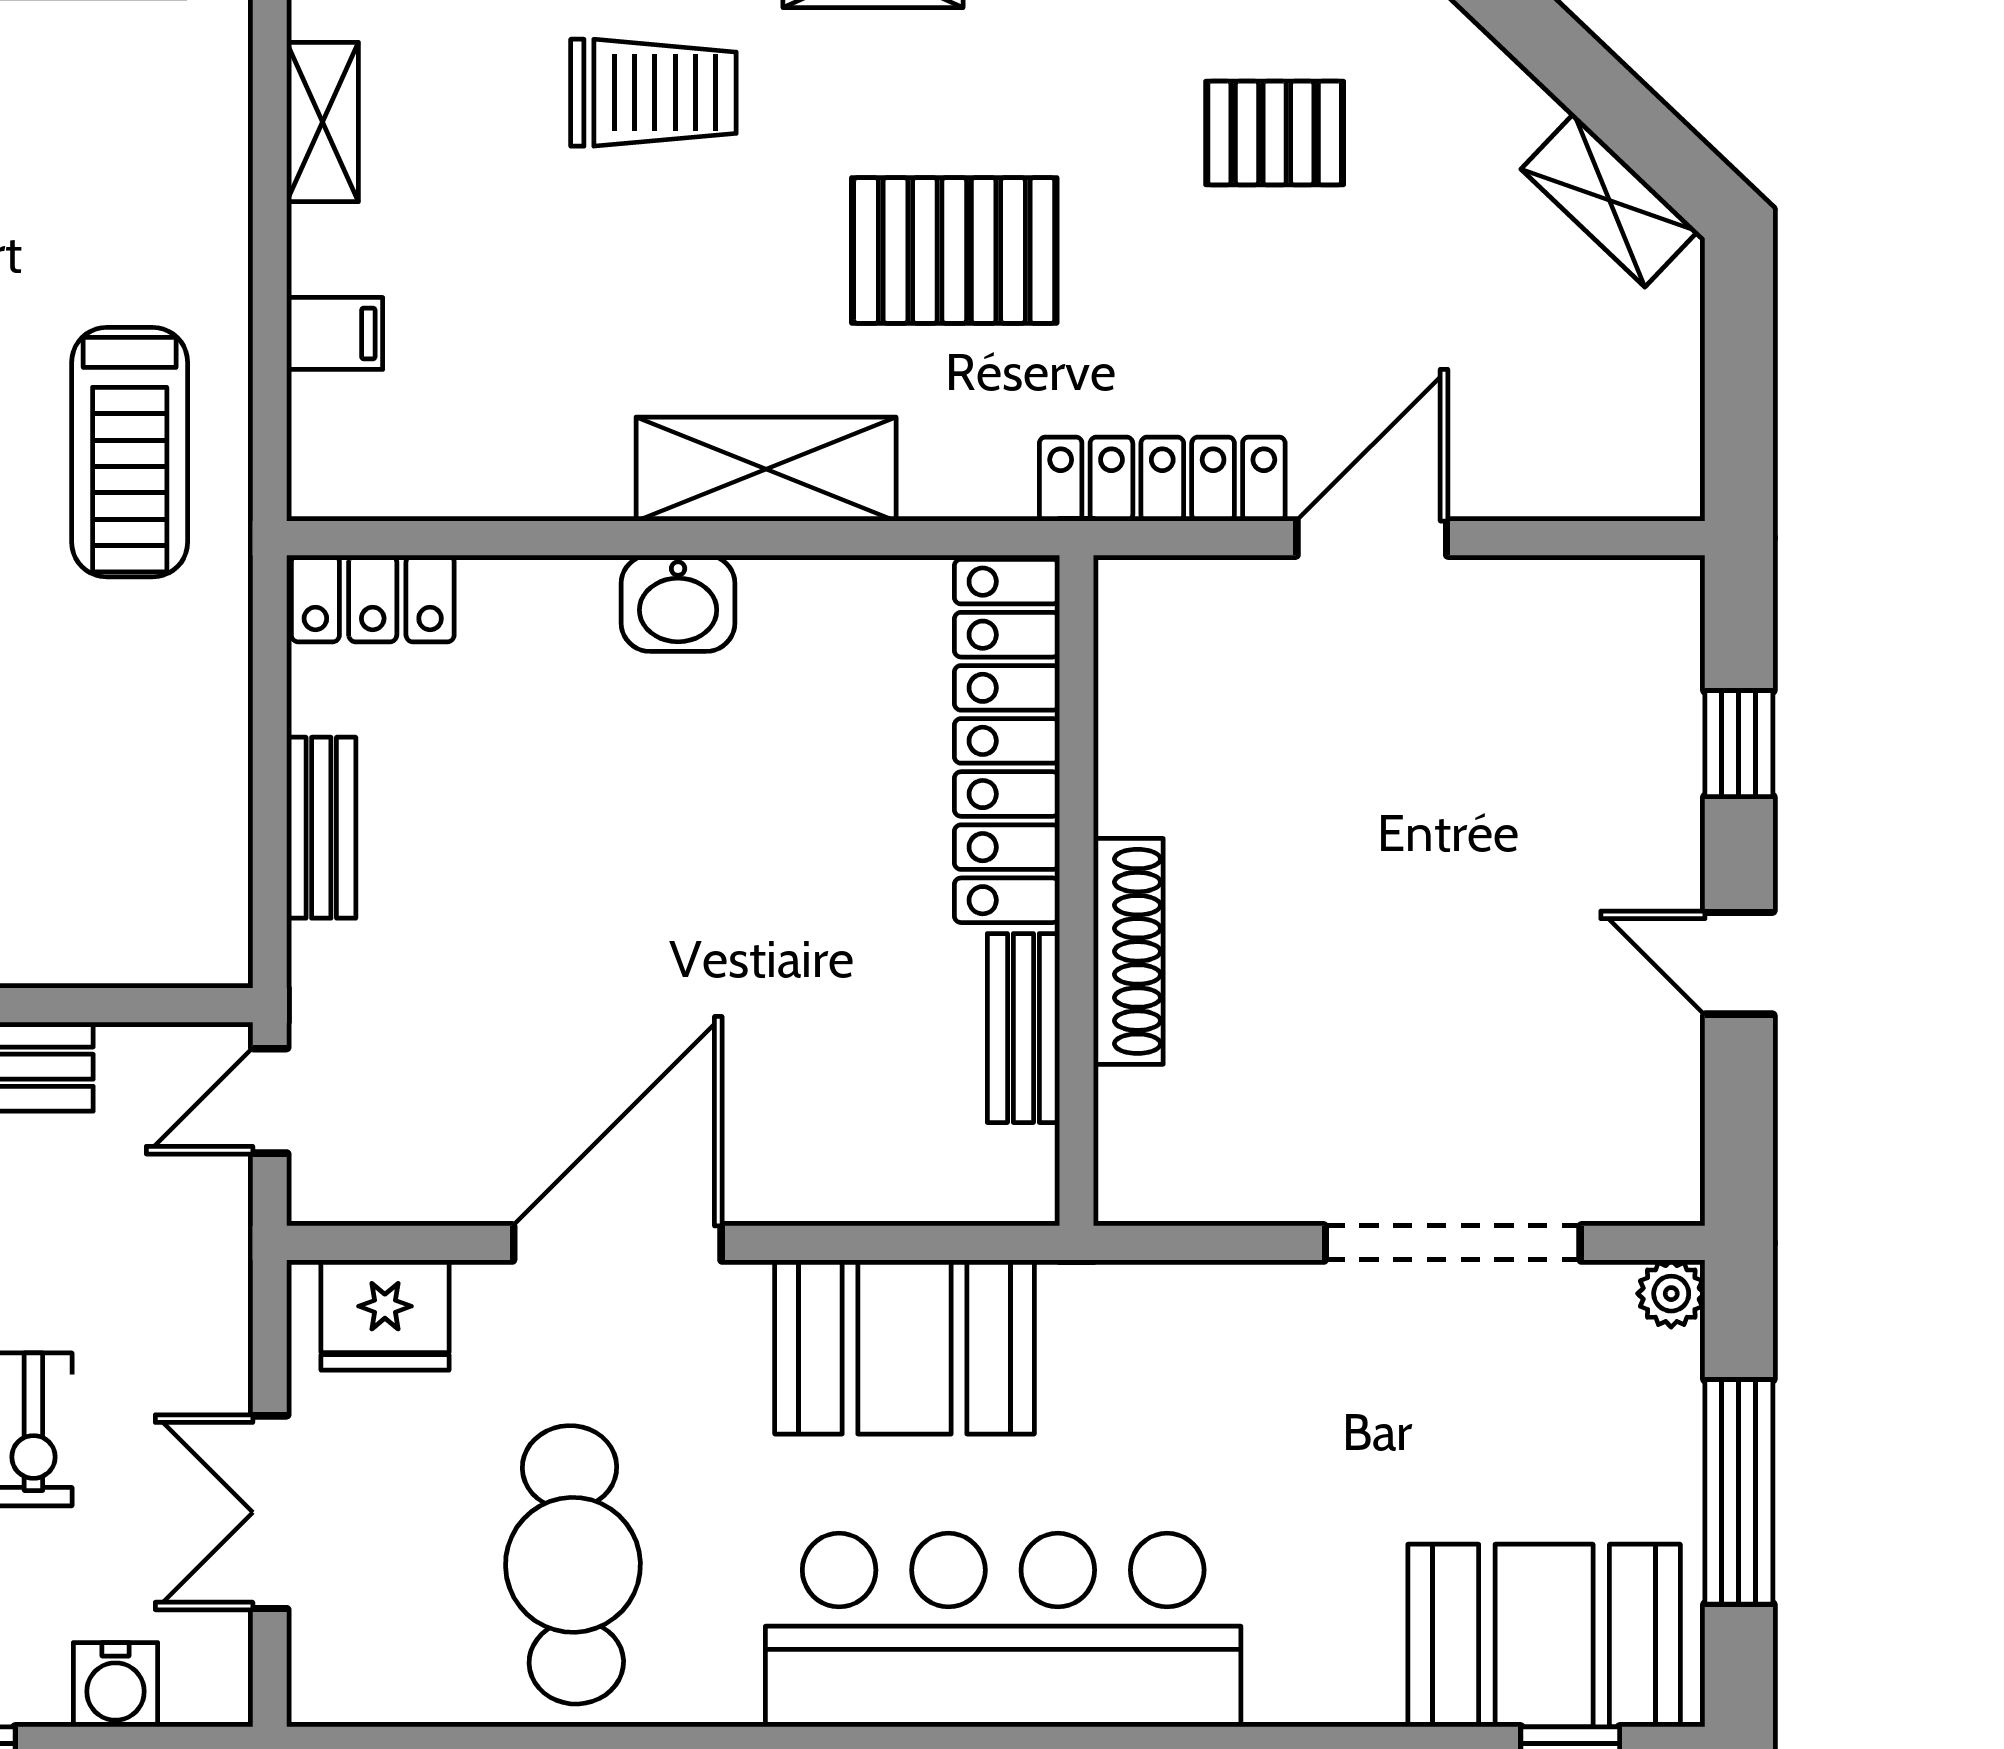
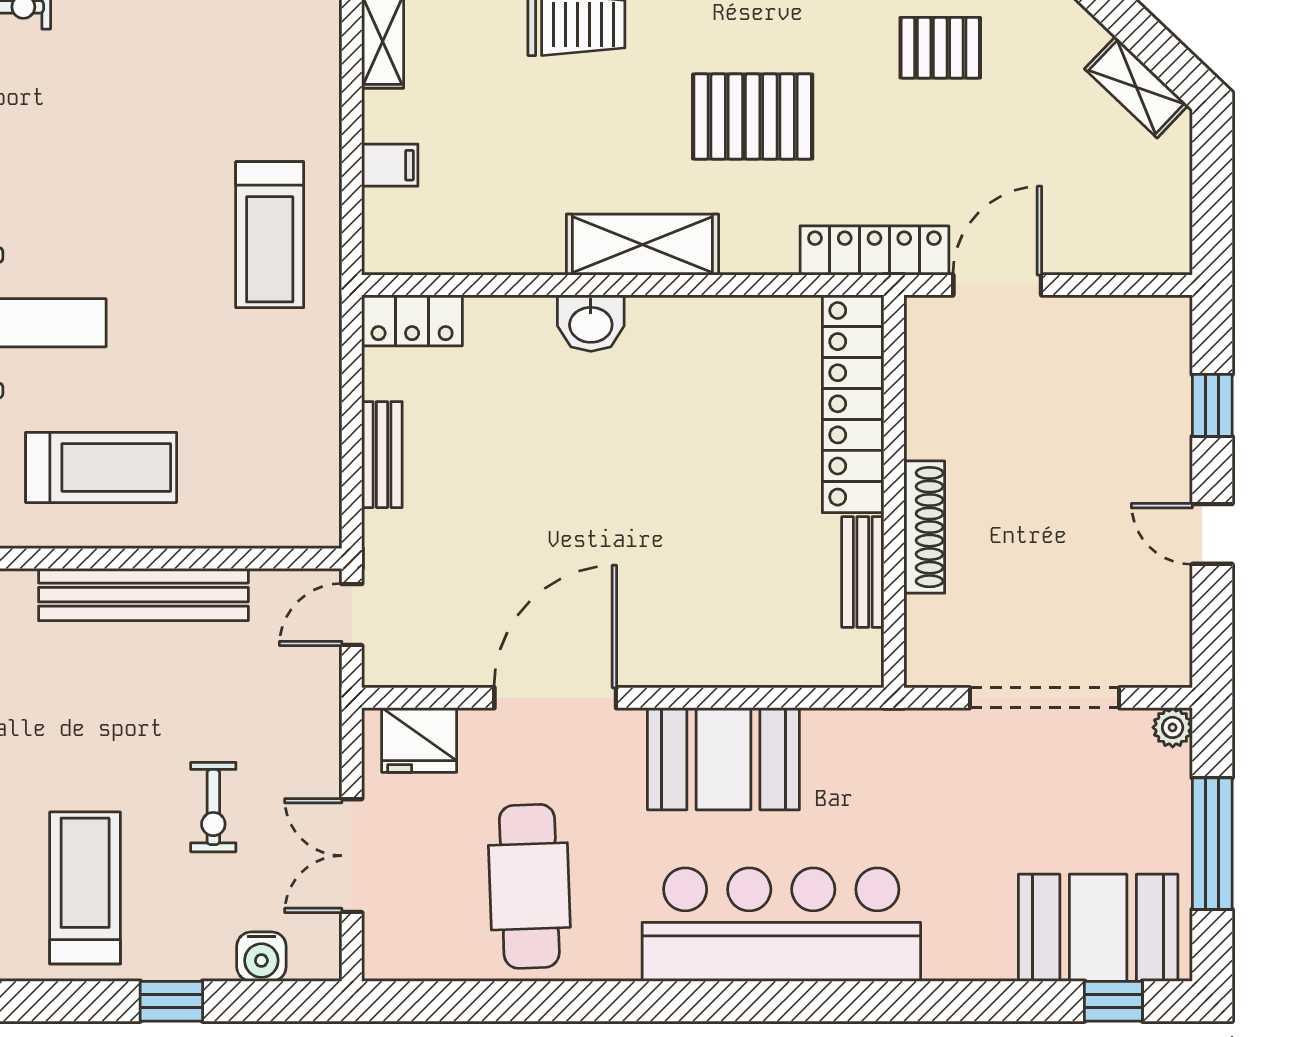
locker: (1007, 741) -> (853, 404), moved
wall: (1076, 890) -> (894, 491), moved
shoe rack: (1128, 951) -> (924, 527), moved
bench: (1023, 1028) -> (863, 572), moved

